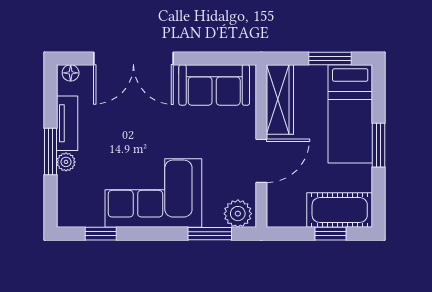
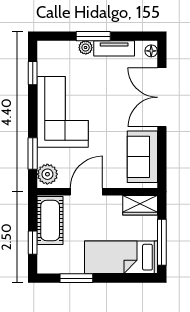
window: (330, 58) -> (162, 242), width x1.44
wardrobe: (280, 100) -> (140, 205), width x0.67
window: (379, 145) -> (76, 278), moved
door: (261, 161) -> (86, 192), swing flipped
cot: (340, 210) -> (50, 221), moved

